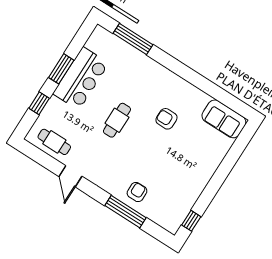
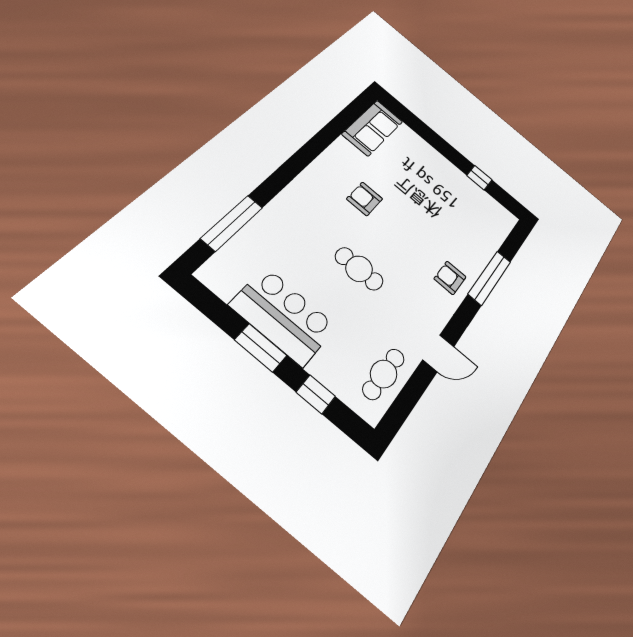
armchair: (166, 119) -> (365, 199), turned 90
armchair: (137, 192) -> (450, 278), moved
window: (191, 221) -> (479, 178), moved

